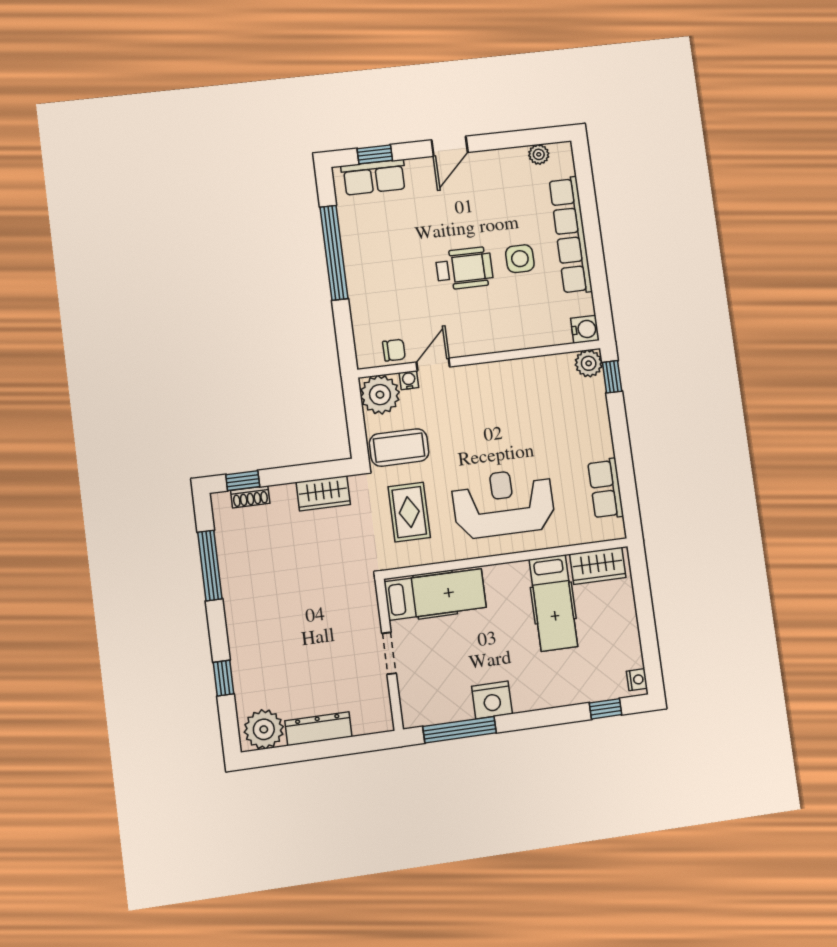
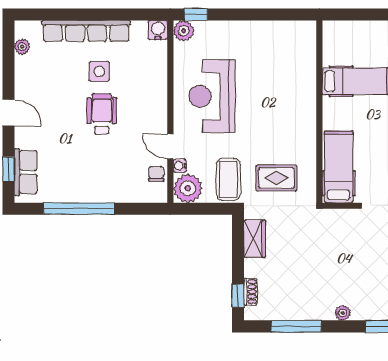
row of seats: (606, 489) -> (278, 31), removed
reception desk: (503, 503) -> (212, 96), moved
wardrobe: (598, 566) -> (334, 45), removed
plant: (236, 627) -> (343, 313), added

